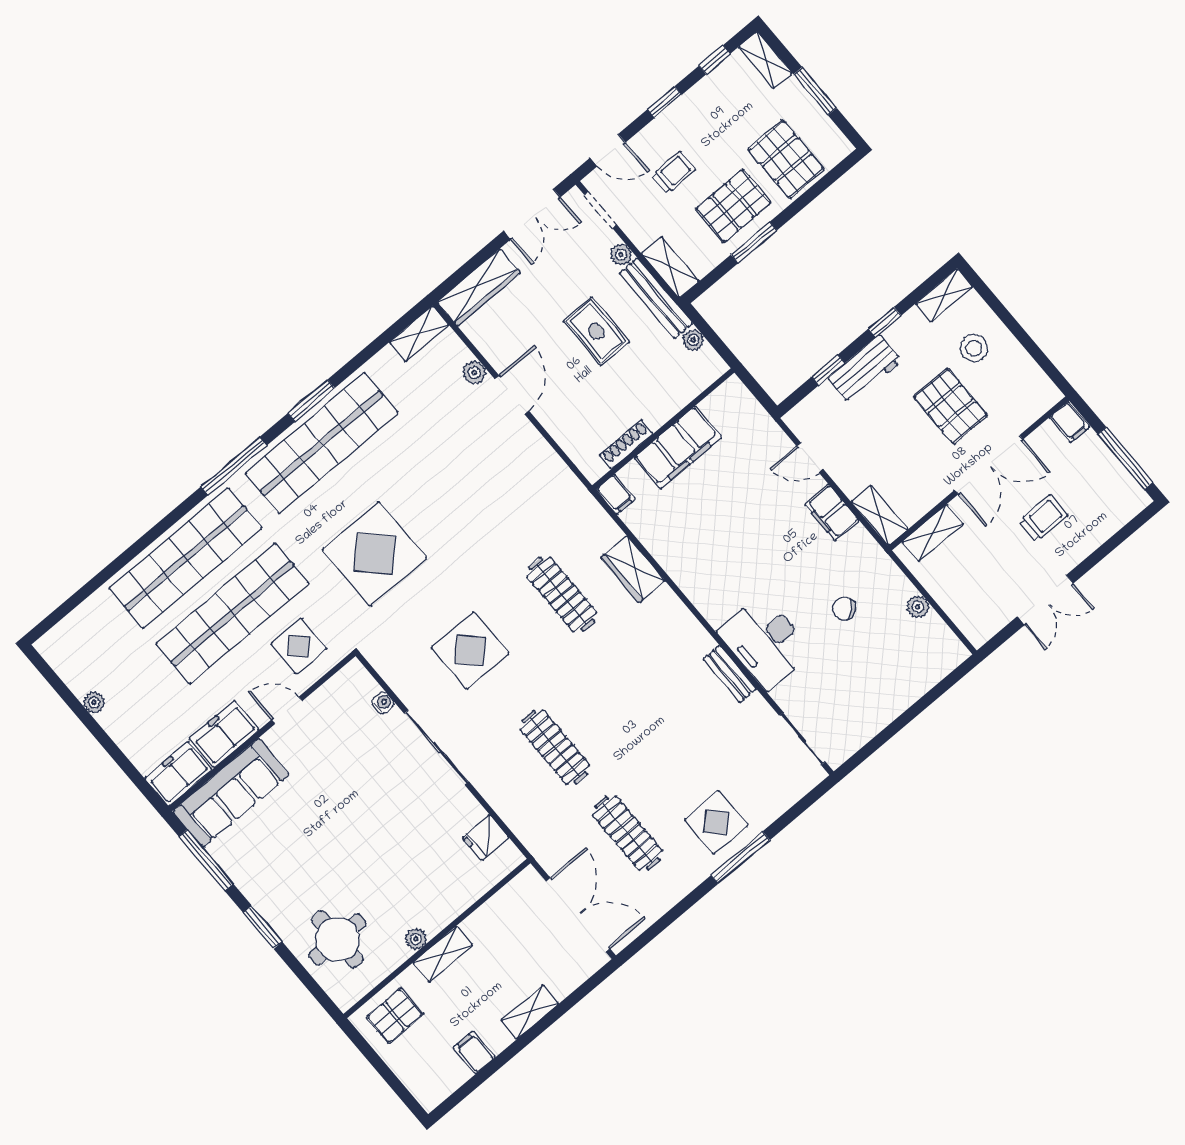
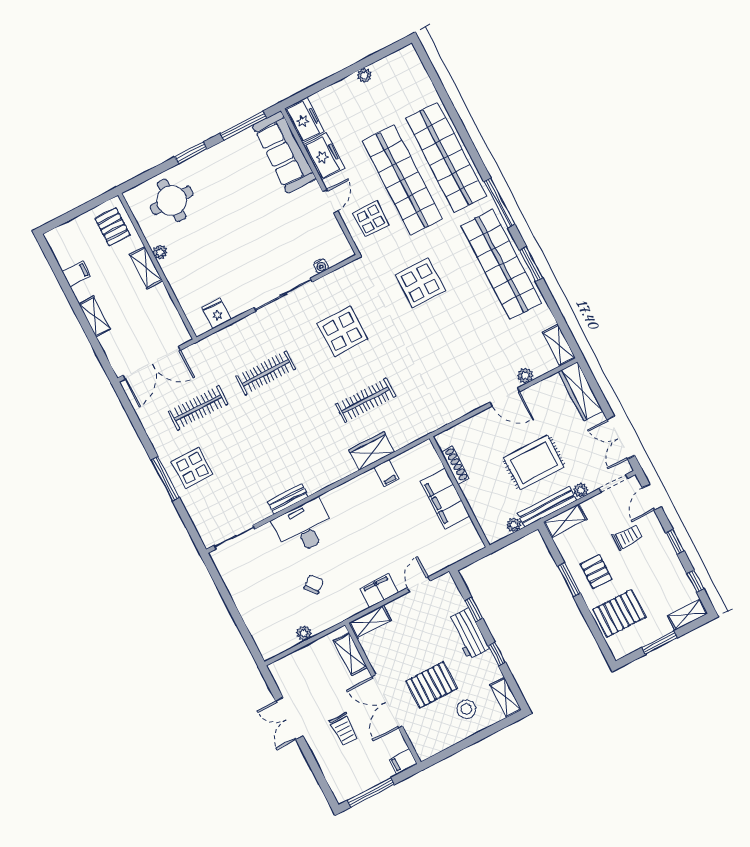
trolley: (674, 172) -> (627, 537), turned -90
pallet: (733, 206) -> (596, 572), width x0.67, depth x0.71
rug: (596, 331) -> (534, 462), width x1.36, depth x1.43
filing cabinet: (616, 494) -> (387, 473), moved, turned -90
display table: (375, 554) -> (420, 283), width x0.73, depth x0.73

